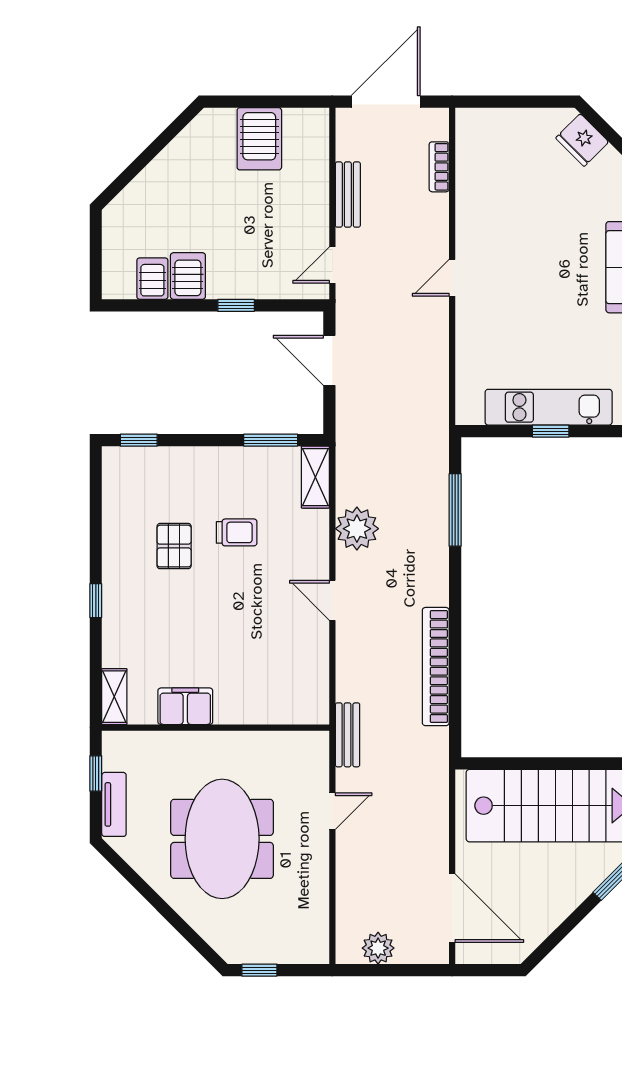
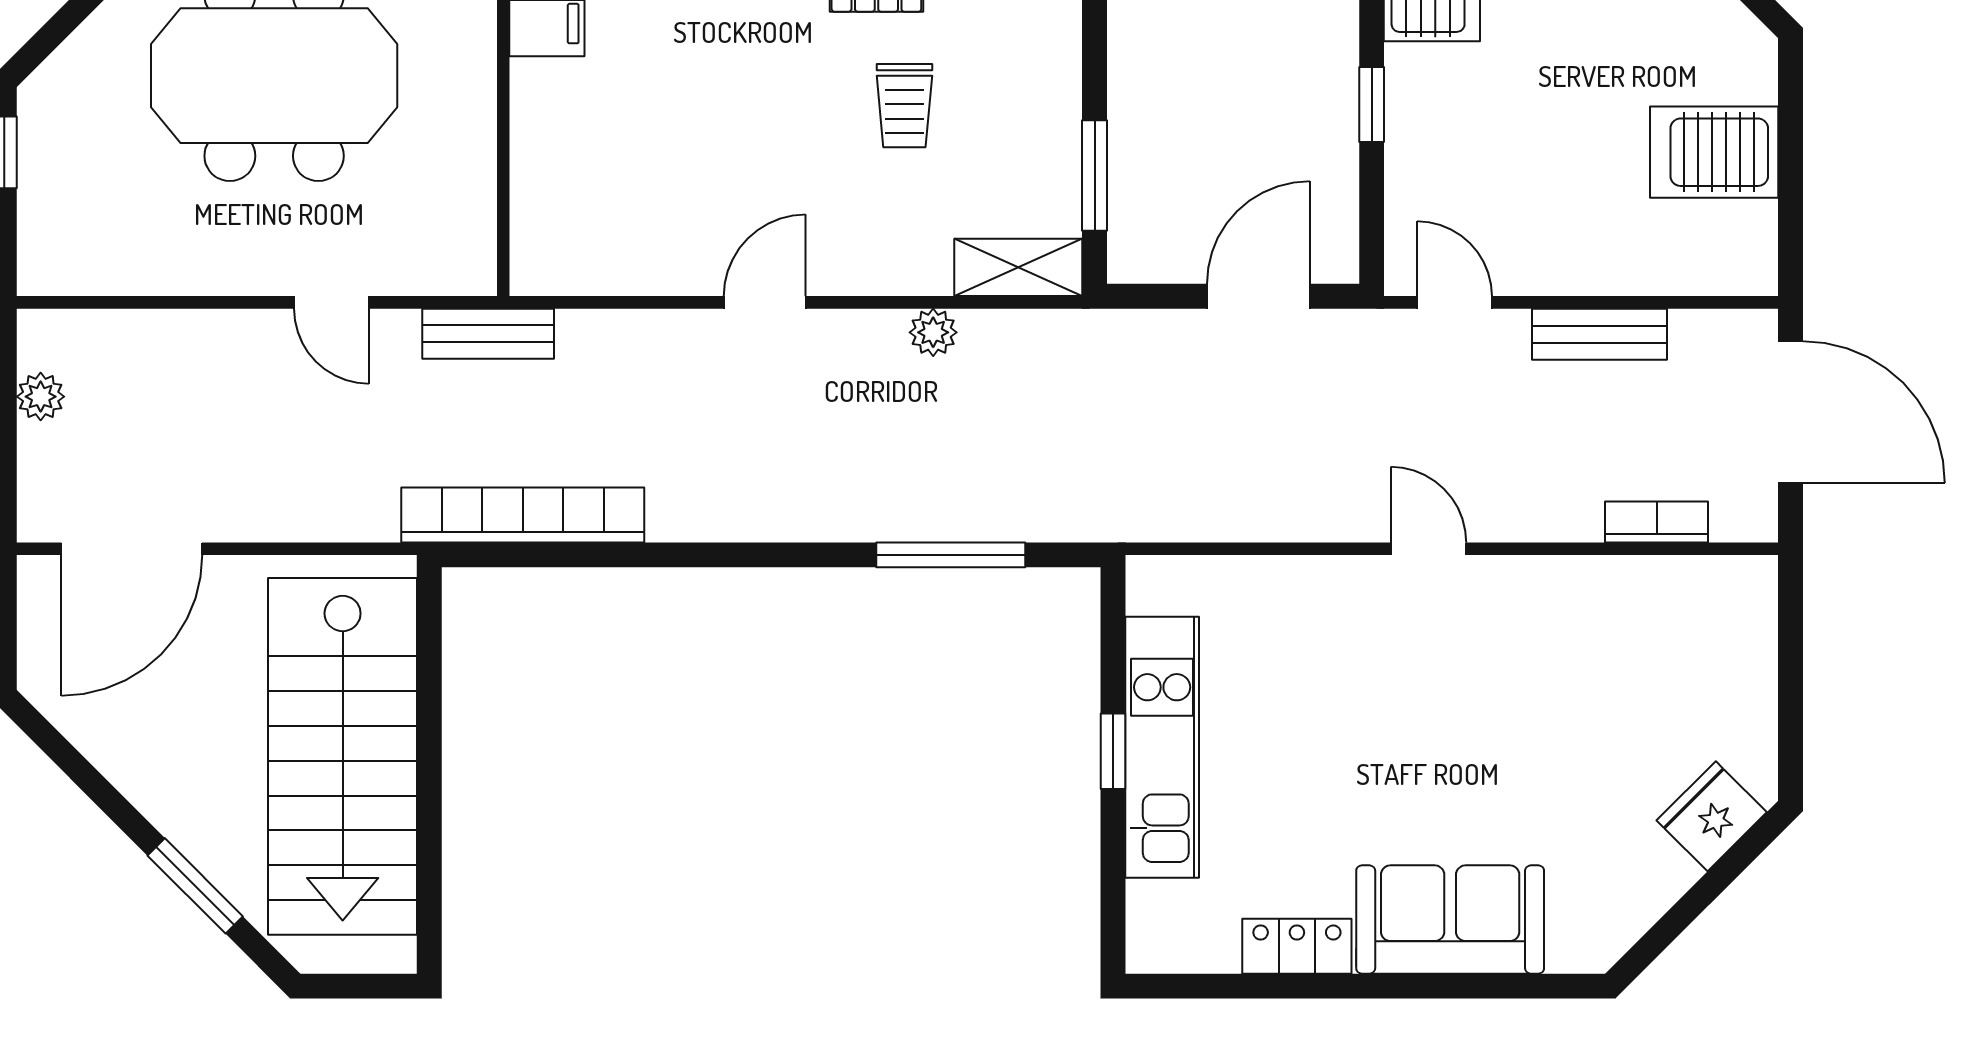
plant: (357, 529) -> (933, 332), width x0.53, depth x0.53
bookcase: (436, 667) -> (523, 515), moved
plant: (378, 948) -> (41, 397), width x0.73, depth x0.73

